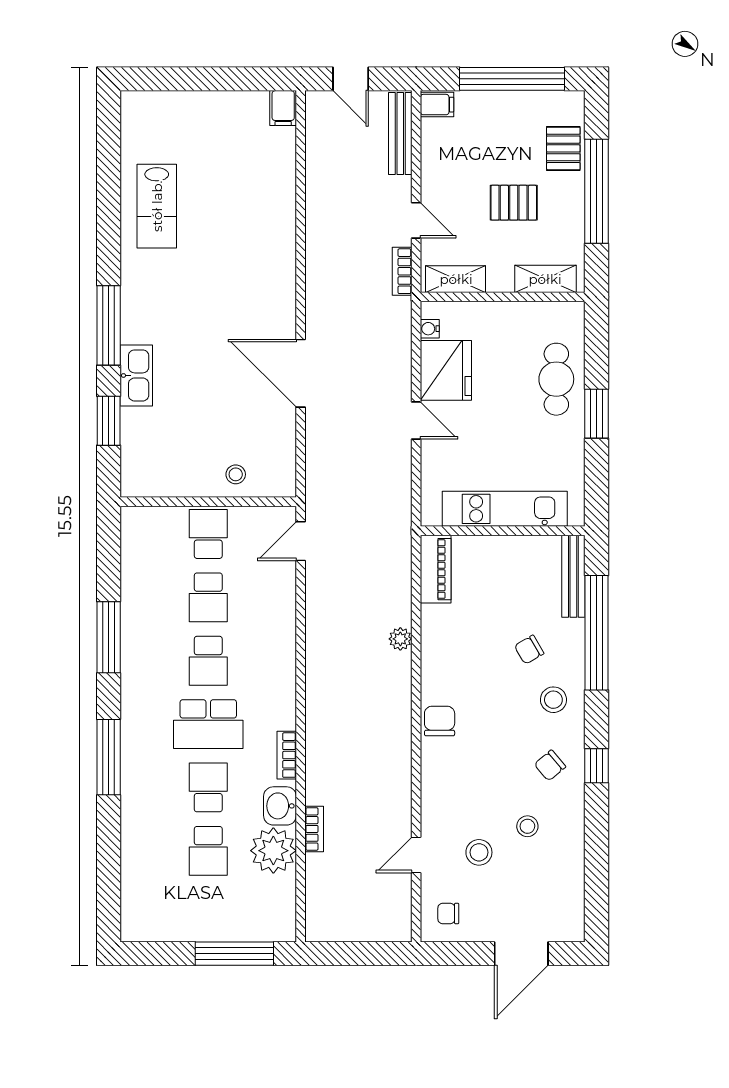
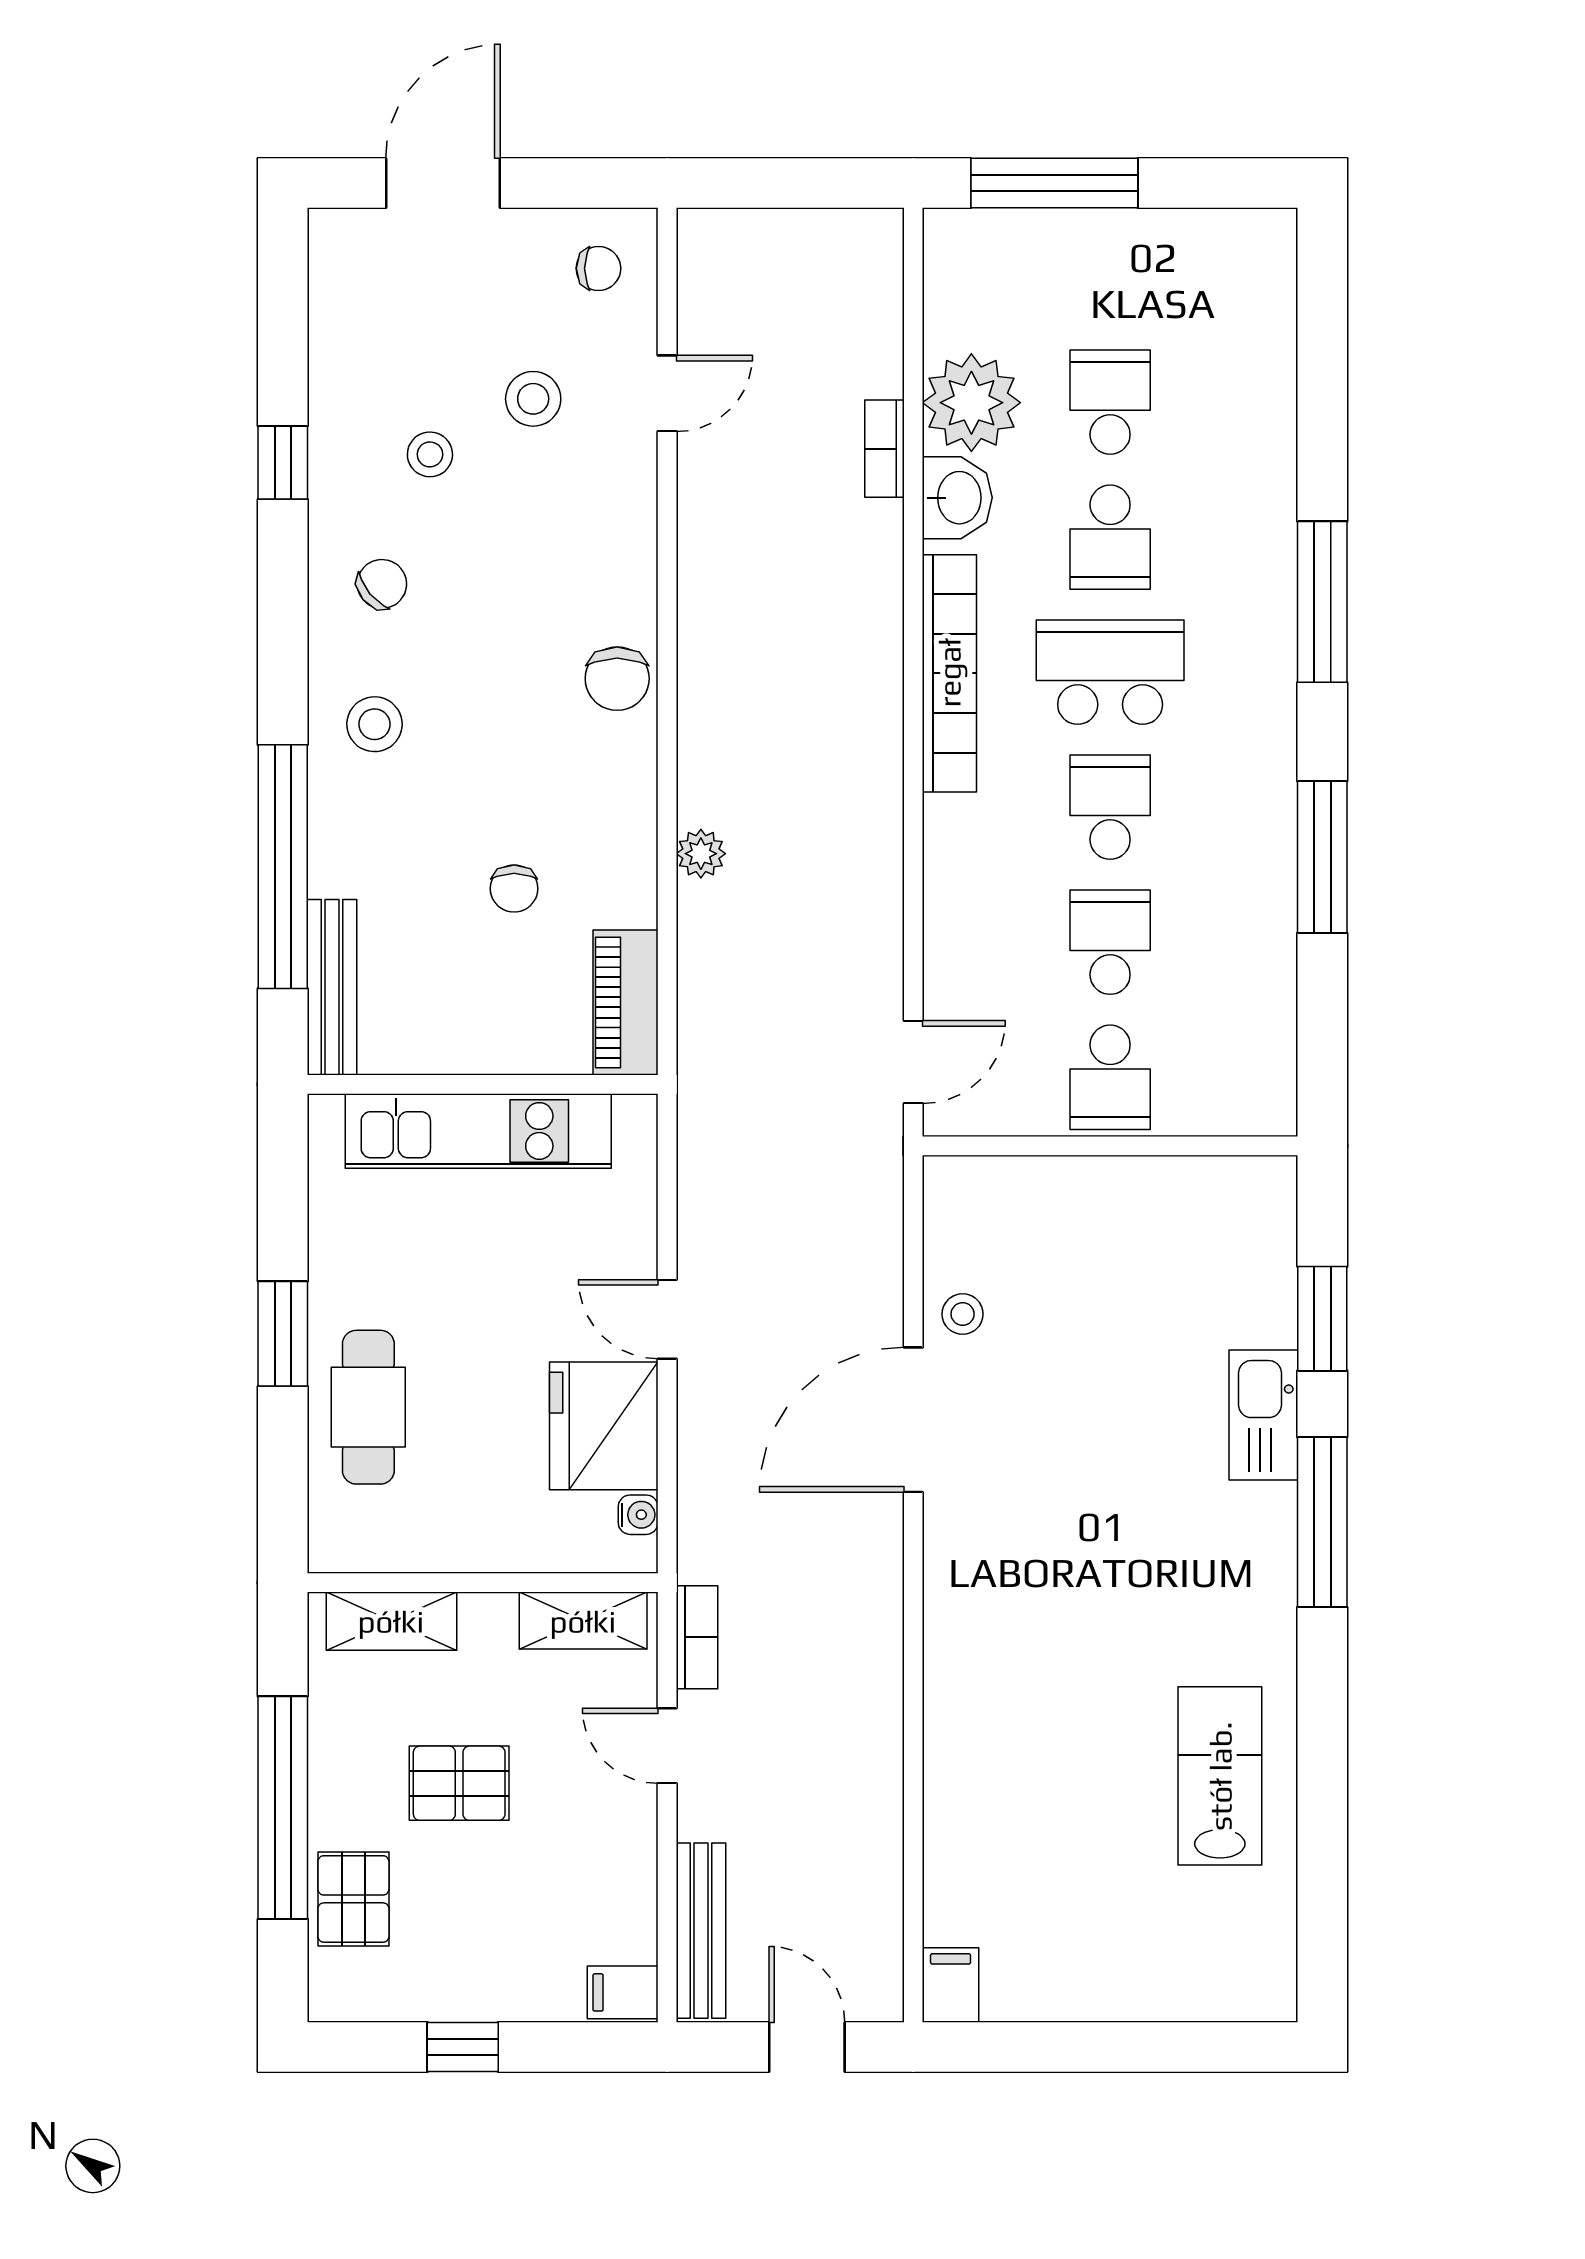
window: (512, 79) -> (463, 2047), width x0.32
door: (301, 373) -> (913, 1420), swing flipped
stool: (236, 474) -> (963, 1314), moved
chair: (529, 650) -> (514, 889), moved, turned 120
bookcase: (287, 755) -> (949, 673), width x2.31, depth x1.31
window: (597, 766) -> (283, 463), moved

